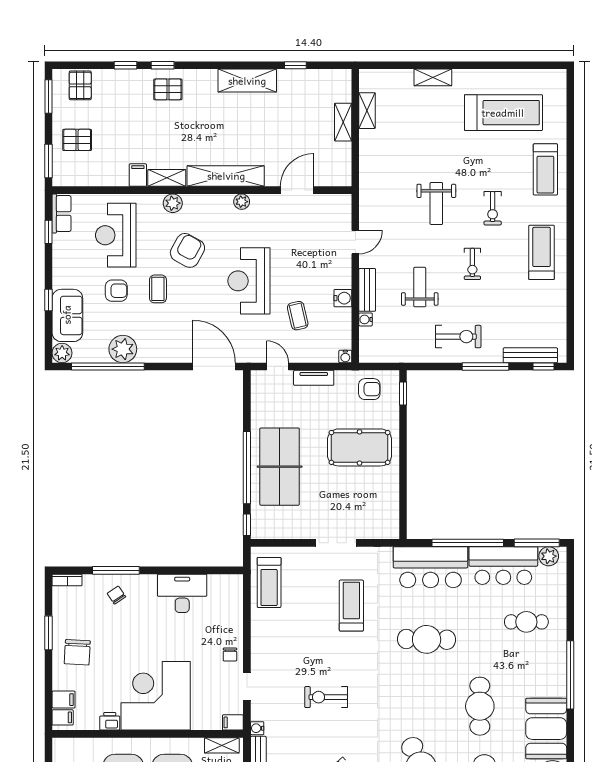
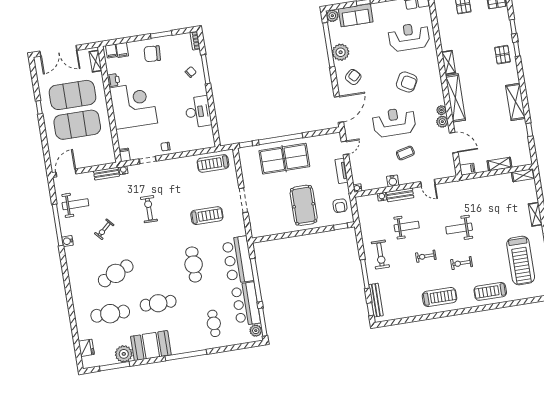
shelving: (367, 111) -> (523, 175), moved
filing cabinet: (138, 175) -> (467, 169), moved
plant: (173, 203) -> (442, 122), moved
coffee table: (158, 289) -> (380, 68), removed
armchair: (116, 291) -> (353, 77), moved, turned -133
coffee table: (298, 316) -> (405, 153), moved
shelving: (222, 745) -> (95, 61), moved

